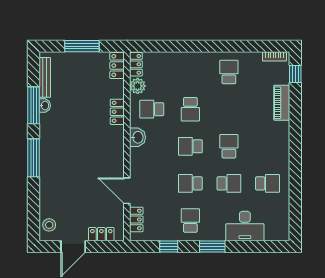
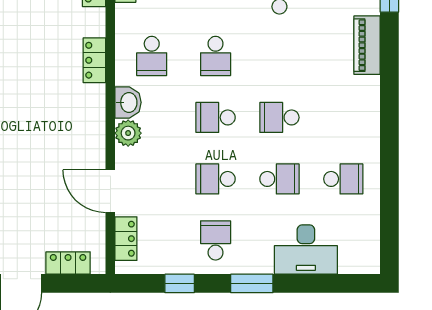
plant: (138, 86) -> (128, 133), moved
school desk: (152, 109) -> (152, 56), turned -90
school desk: (229, 146) -> (279, 117), turned -90

